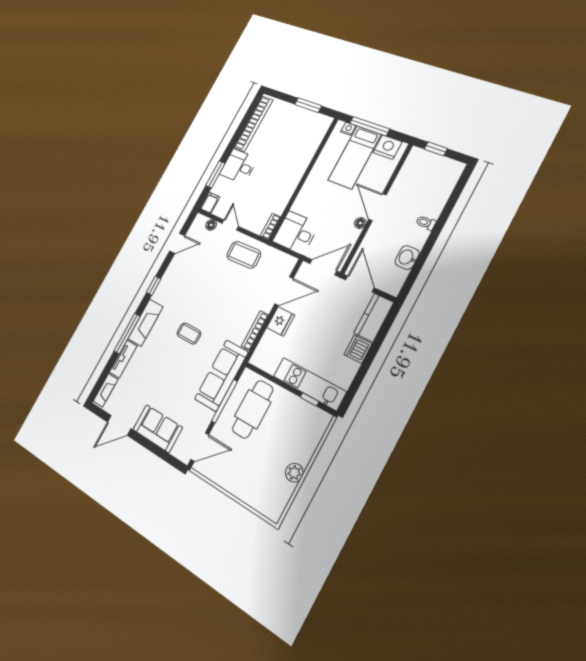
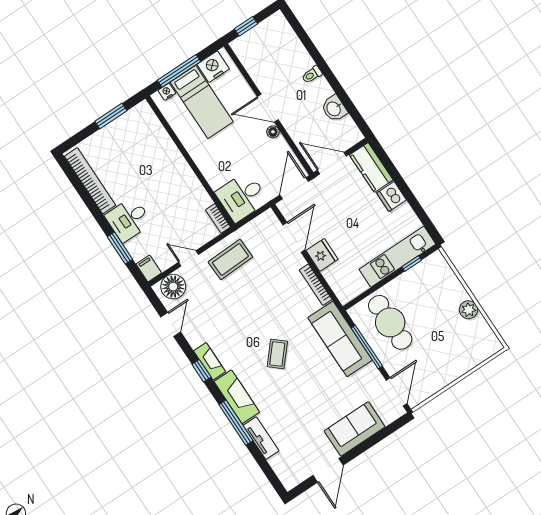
floor lamp: (211, 225) -> (173, 287), width x1.89, depth x1.89
coffee table: (189, 333) -> (277, 354), turned -49
fireplace: (106, 390) -> (210, 361), moved

